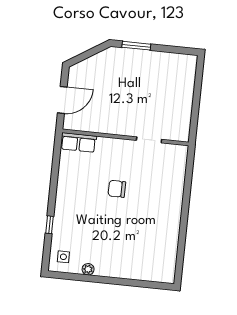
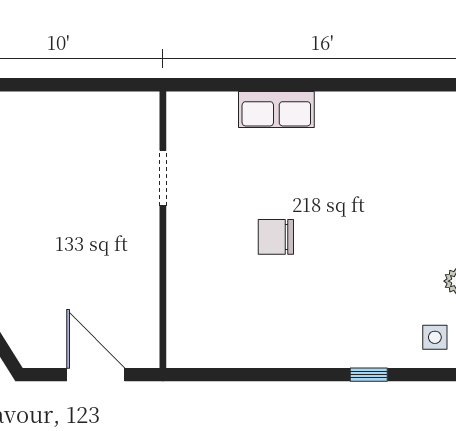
row of seats: (78, 142) -> (276, 109), moved, turned 90
chair: (117, 189) -> (276, 237), turned 90

